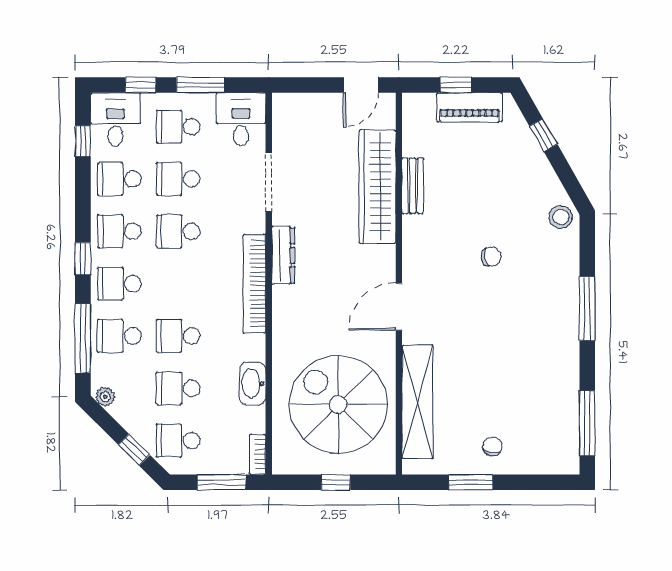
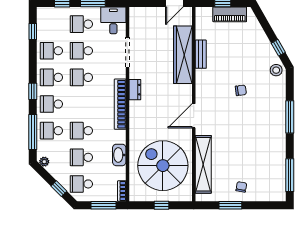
desk: (115, 120) -> (49, 20), removed
window: (543, 135) -> (278, 48), moved
dresser: (283, 255) -> (135, 90), width x0.70

